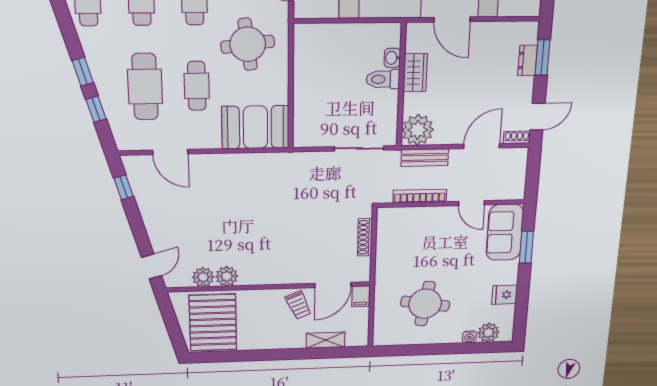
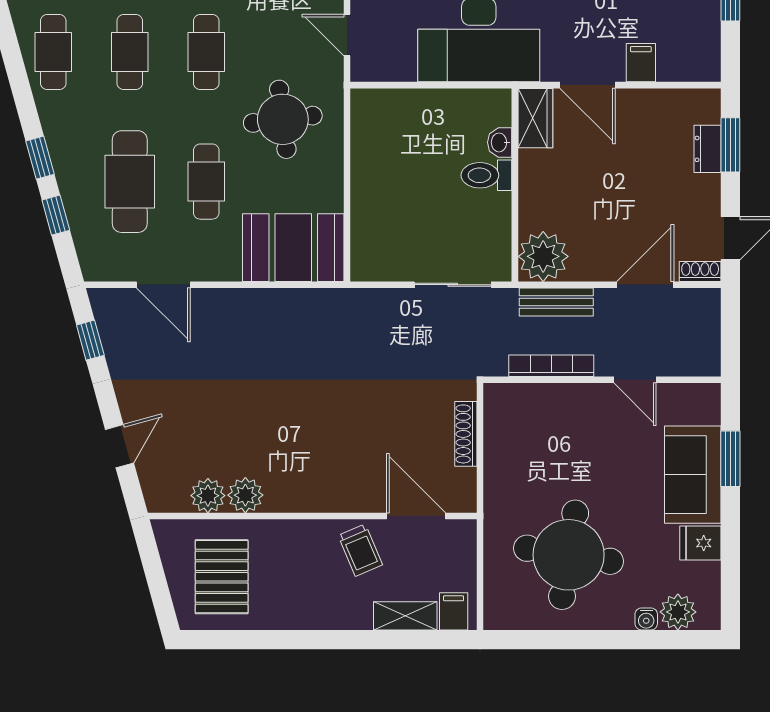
wardrobe: (415, 73) -> (535, 118), moved
sofa: (505, 232) -> (693, 475), moved
door: (152, 266) -> (120, 446), moved
door: (333, 285) -> (416, 516), swing flipped
filing cabinet: (361, 296) -> (454, 611), moved, turned 180
round table: (425, 304) -> (569, 555), width x1.36, depth x1.36
pallet: (213, 322) -> (222, 577), width x0.73, depth x0.71

